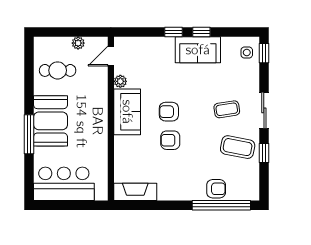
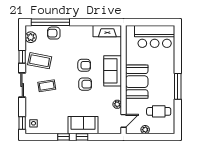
sofa: (198, 50) -> (83, 125), moved
sofa: (127, 112) -> (113, 71), moved
booth: (50, 121) -> (137, 82), moved
window: (29, 134) -> (178, 86), moved
plant: (251, 183) -> (31, 37), added

